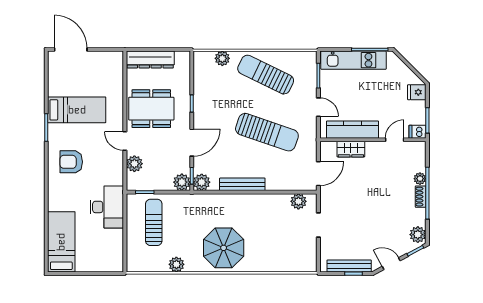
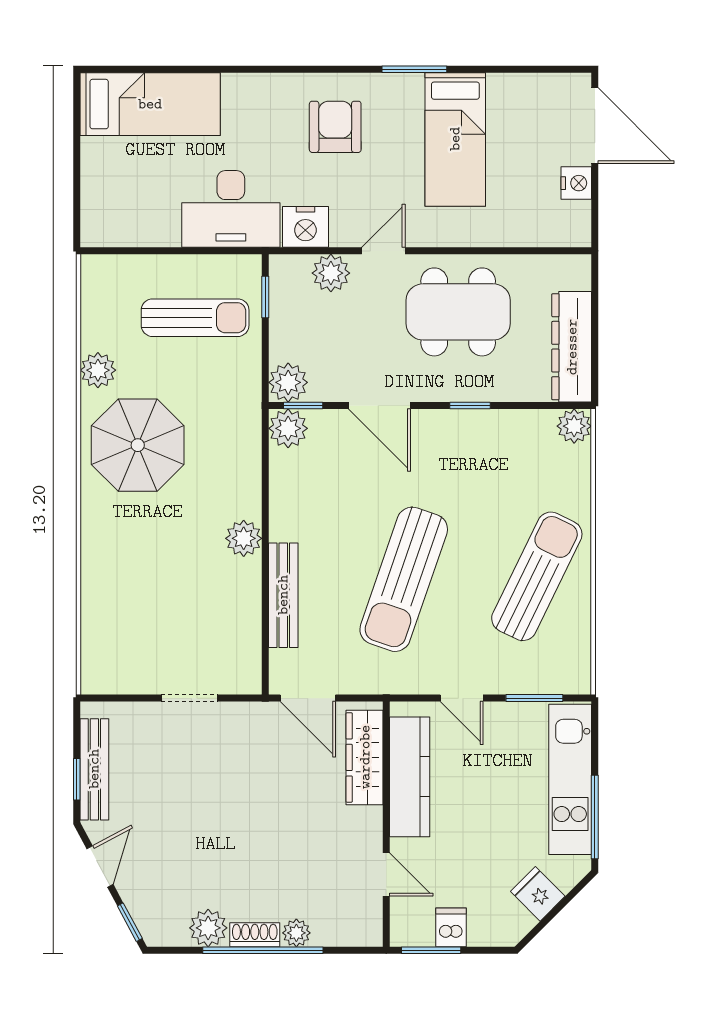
door: (71, 50) -> (595, 126), hinge flipped
nightstand: (96, 58) -> (576, 183), added
plant: (222, 58) -> (574, 426), moved
dresser: (150, 60) -> (572, 347), moved
fridge: (417, 92) -> (538, 894), moved, turned -45
door: (318, 107) -> (462, 698), hinge flipped
dining table: (151, 109) -> (458, 312), turned 90
dishwasher: (418, 132) -> (451, 927), moved
wardrobe: (351, 149) -> (365, 757), width x1.50
nightstand: (114, 175) -> (305, 227), added
bench: (242, 184) -> (283, 595), moved
plant: (298, 201) -> (244, 538), moved
plant: (418, 235) -> (208, 928), moved
parasol: (224, 248) -> (138, 445), moved

